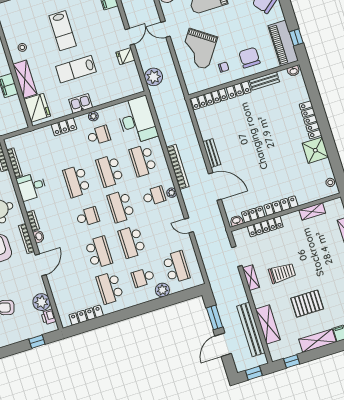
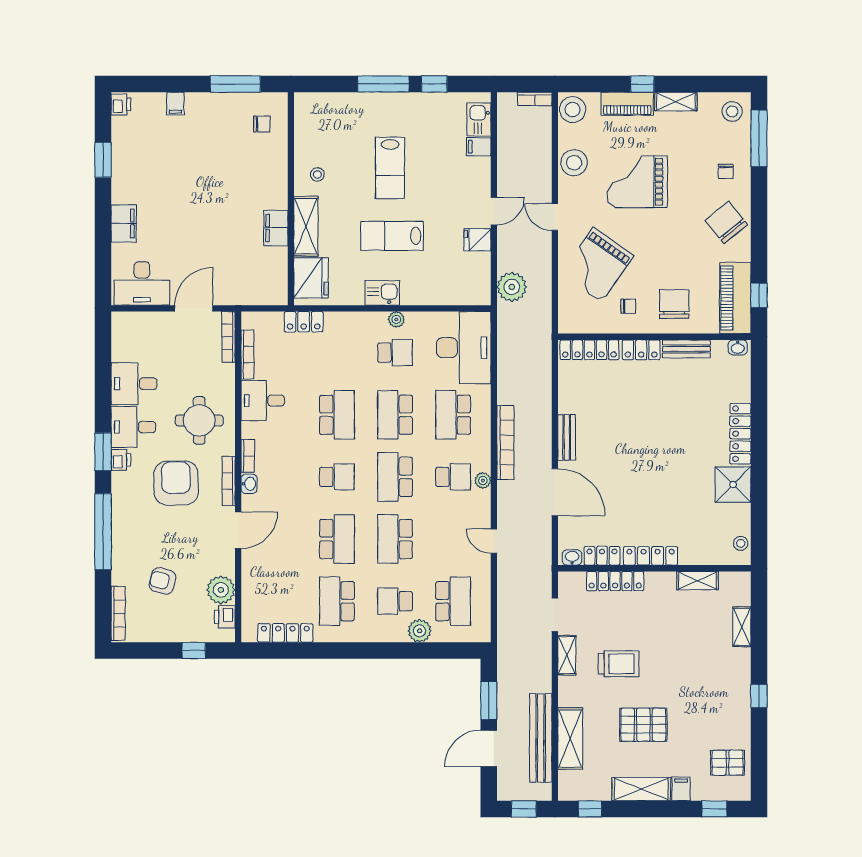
locker: (64, 127) -> (304, 322), moved
school desk: (77, 181) -> (337, 415), turned 180

